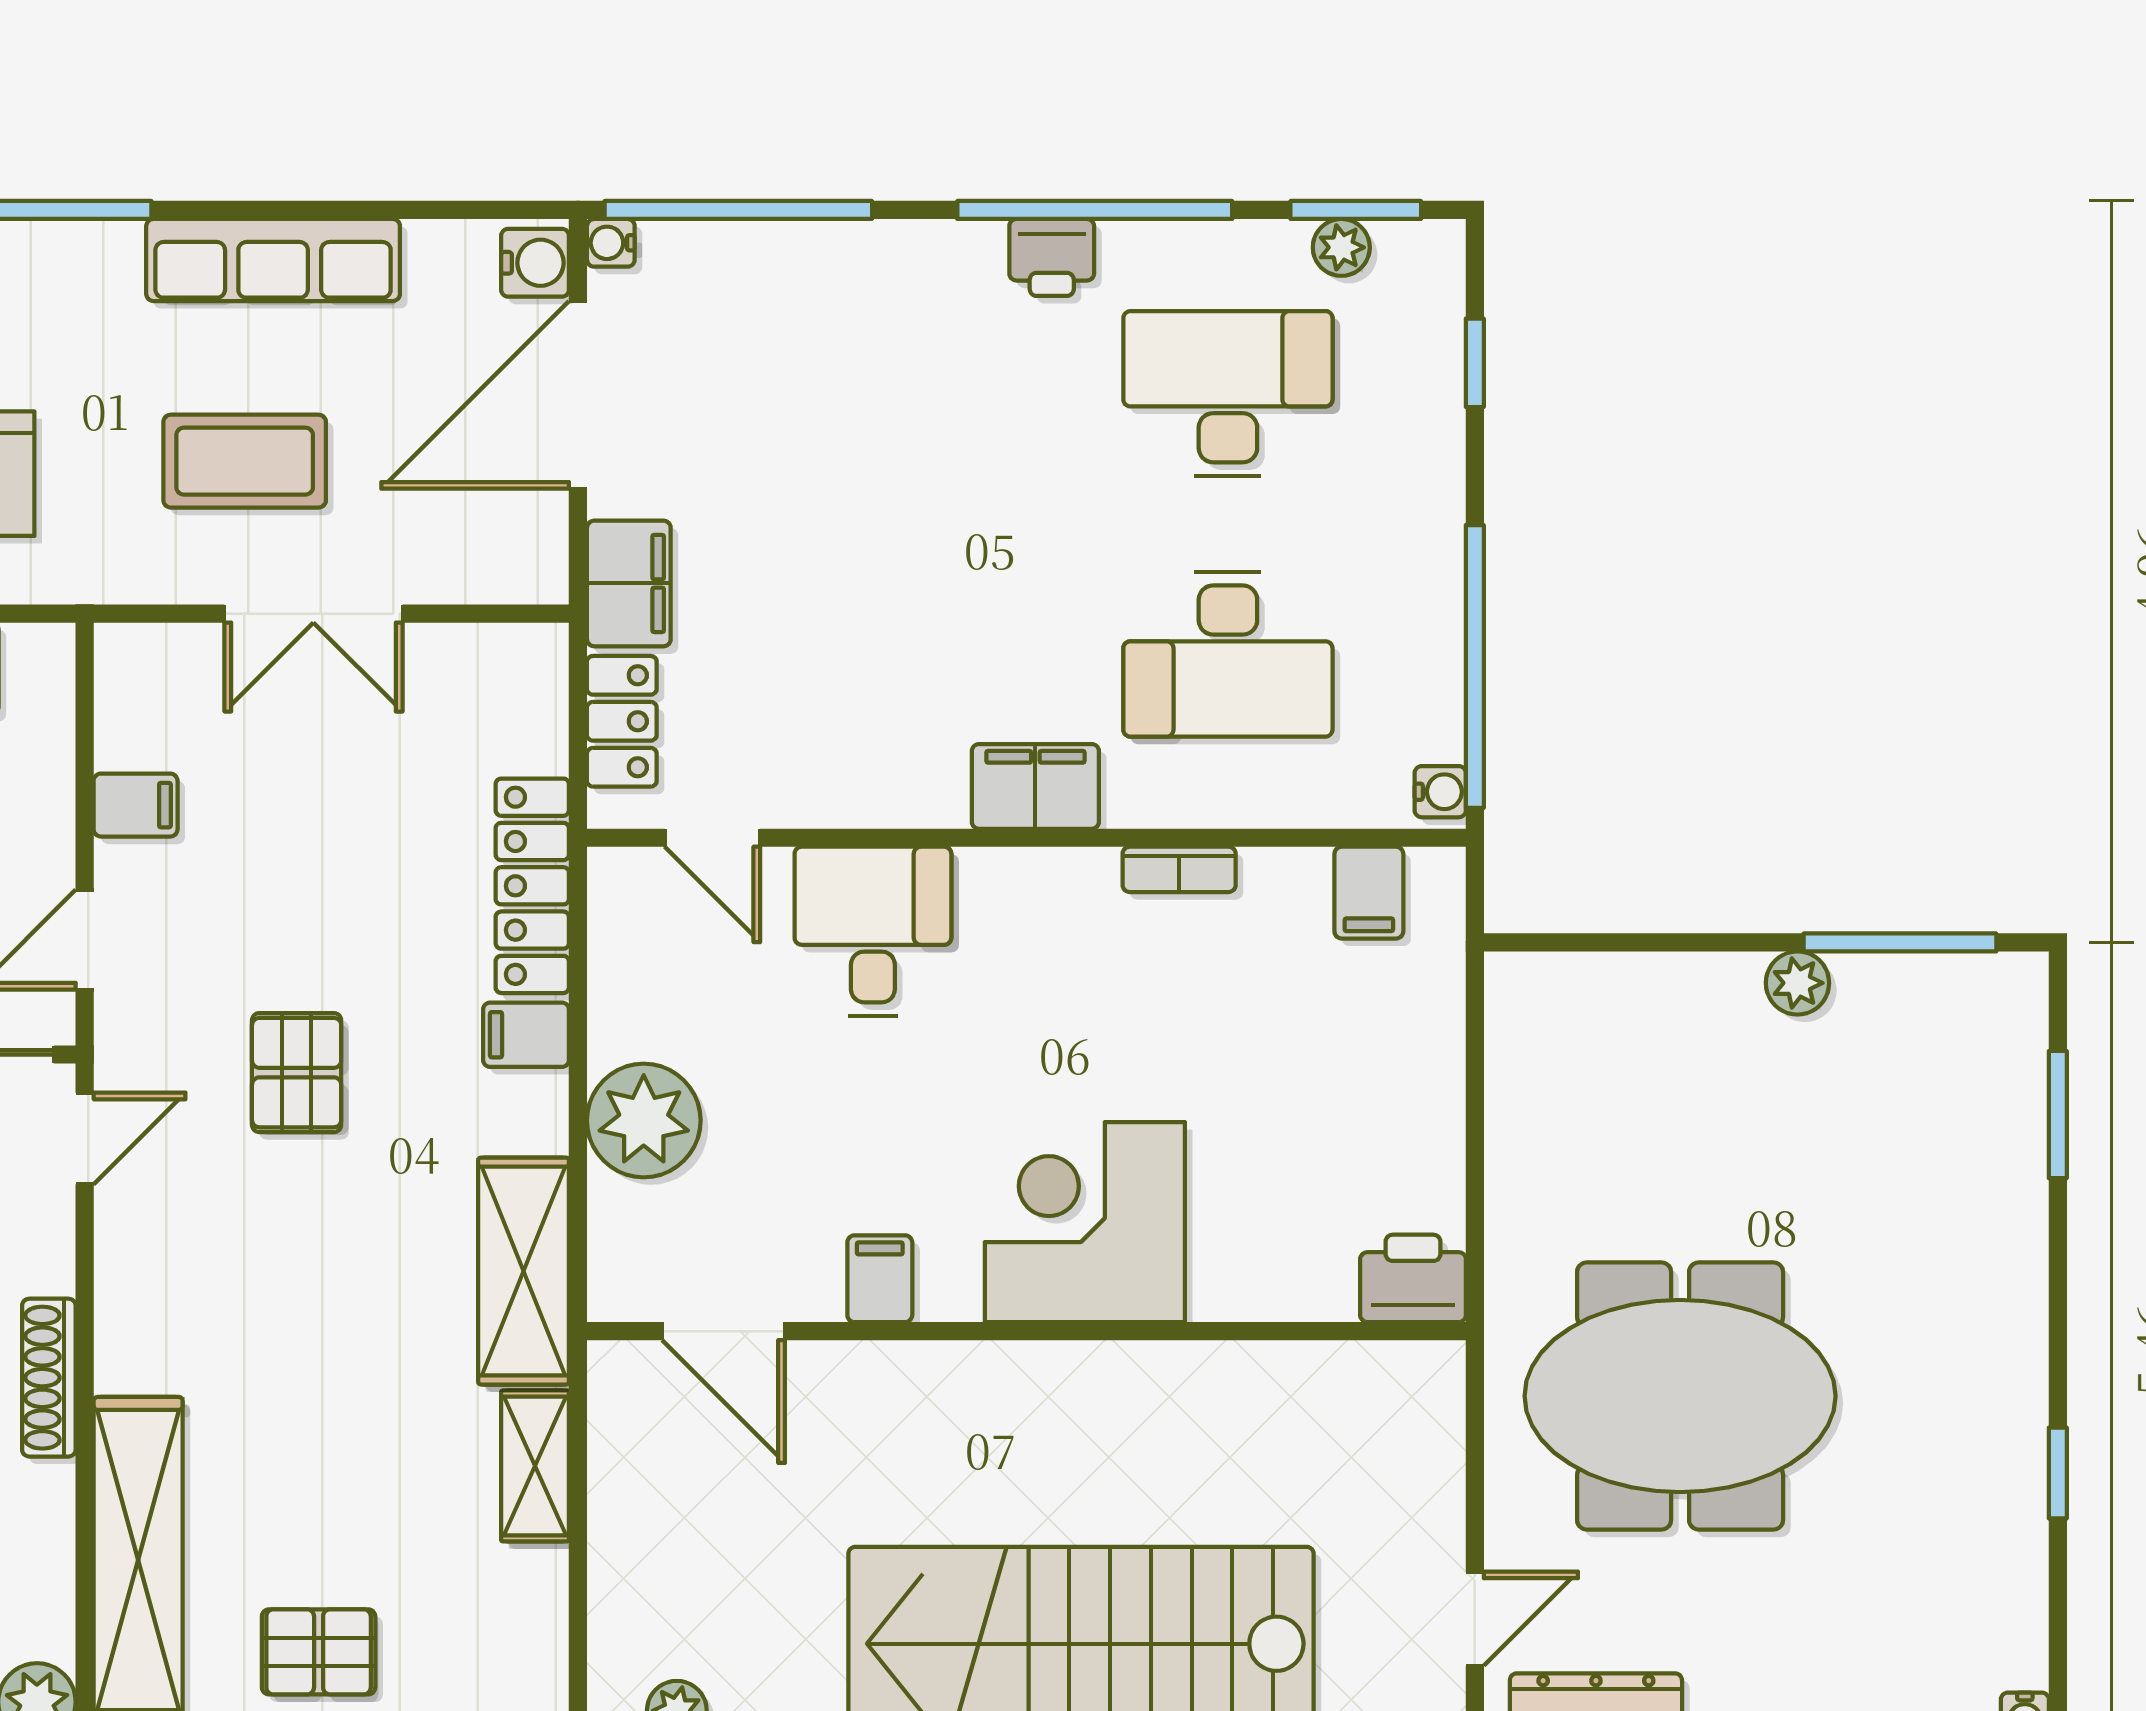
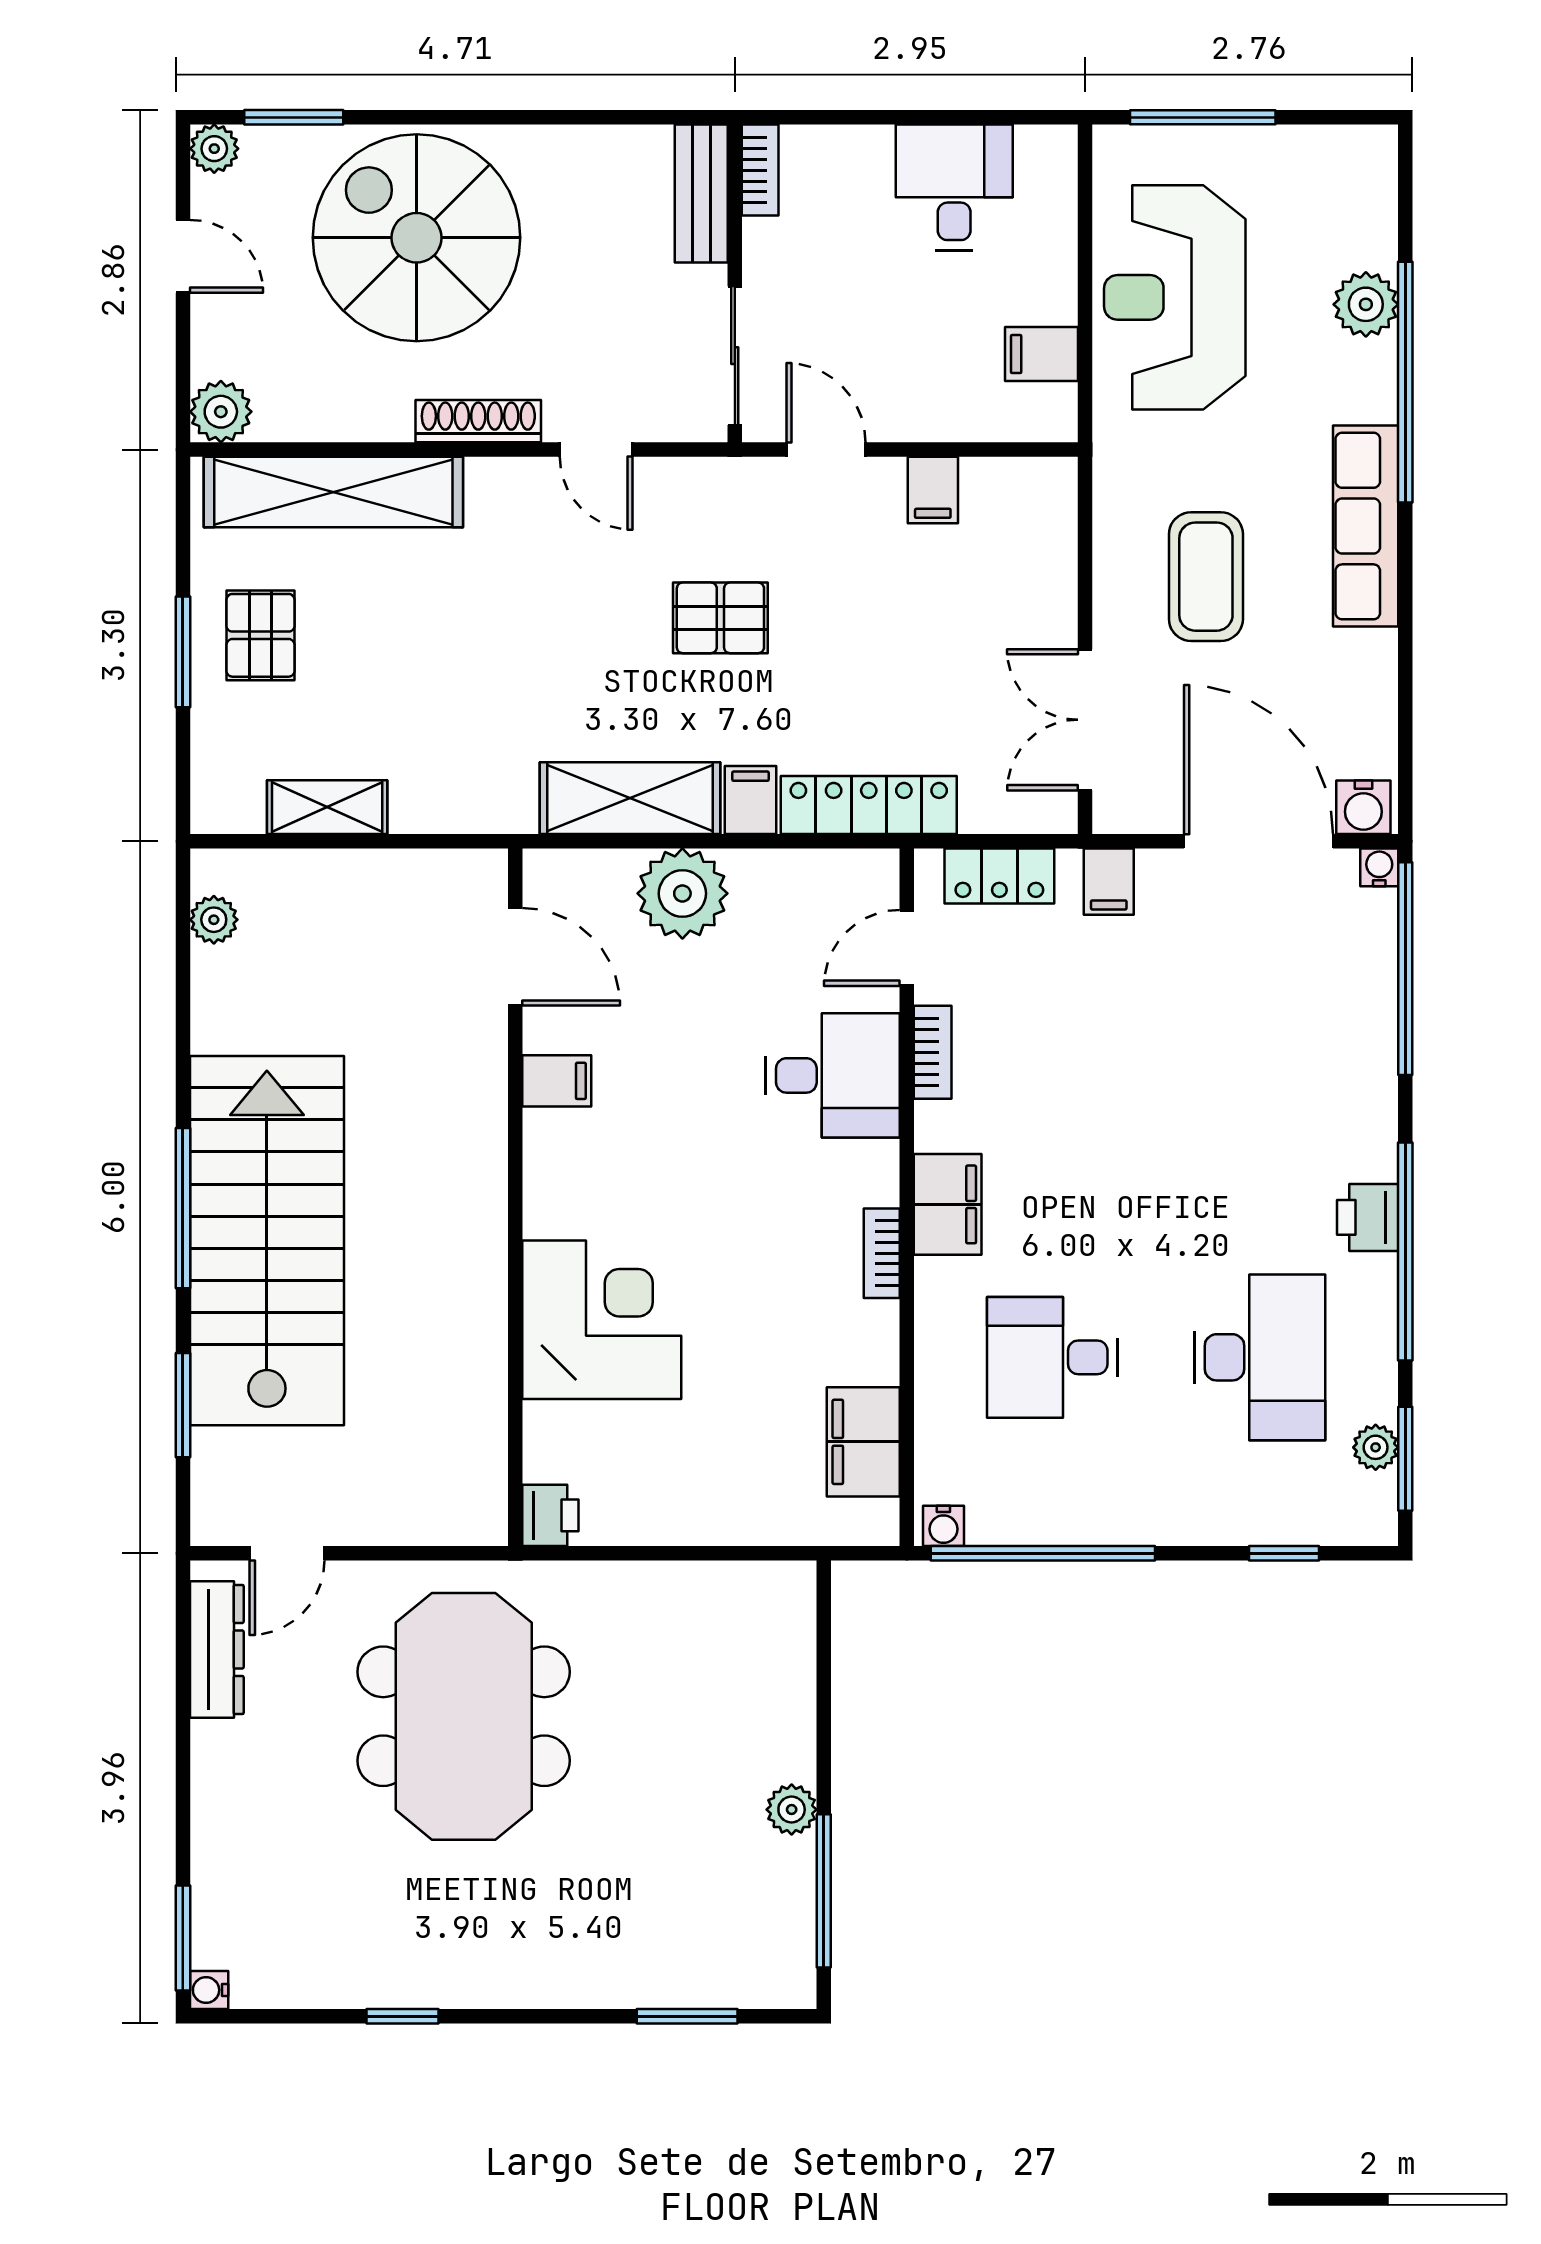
row of seats: (273, 260) -> (1366, 526), moved
filing cabinet: (629, 583) -> (1109, 882), width x0.50
double door: (313, 614) -> (1085, 720), moved
desk: (1228, 654) -> (1052, 1357), width x0.73
bookcase: (844, 805) -> (933, 1052), added
bookcase: (1179, 869) -> (882, 1253), moved
filing cabinet: (1369, 893) -> (863, 1442), width x2.00
door: (85, 1138) -> (596, 450), moved
corner desk: (1085, 1222) -> (602, 1320), moved
shelving: (524, 1271) -> (630, 798), moved
printer: (1413, 1278) -> (550, 1515), width x0.73, depth x0.81
door: (723, 1331) -> (515, 957), swing flipped
shelving: (535, 1466) -> (327, 807), moved
door: (1475, 1619) -> (287, 1553), hinge flipped

